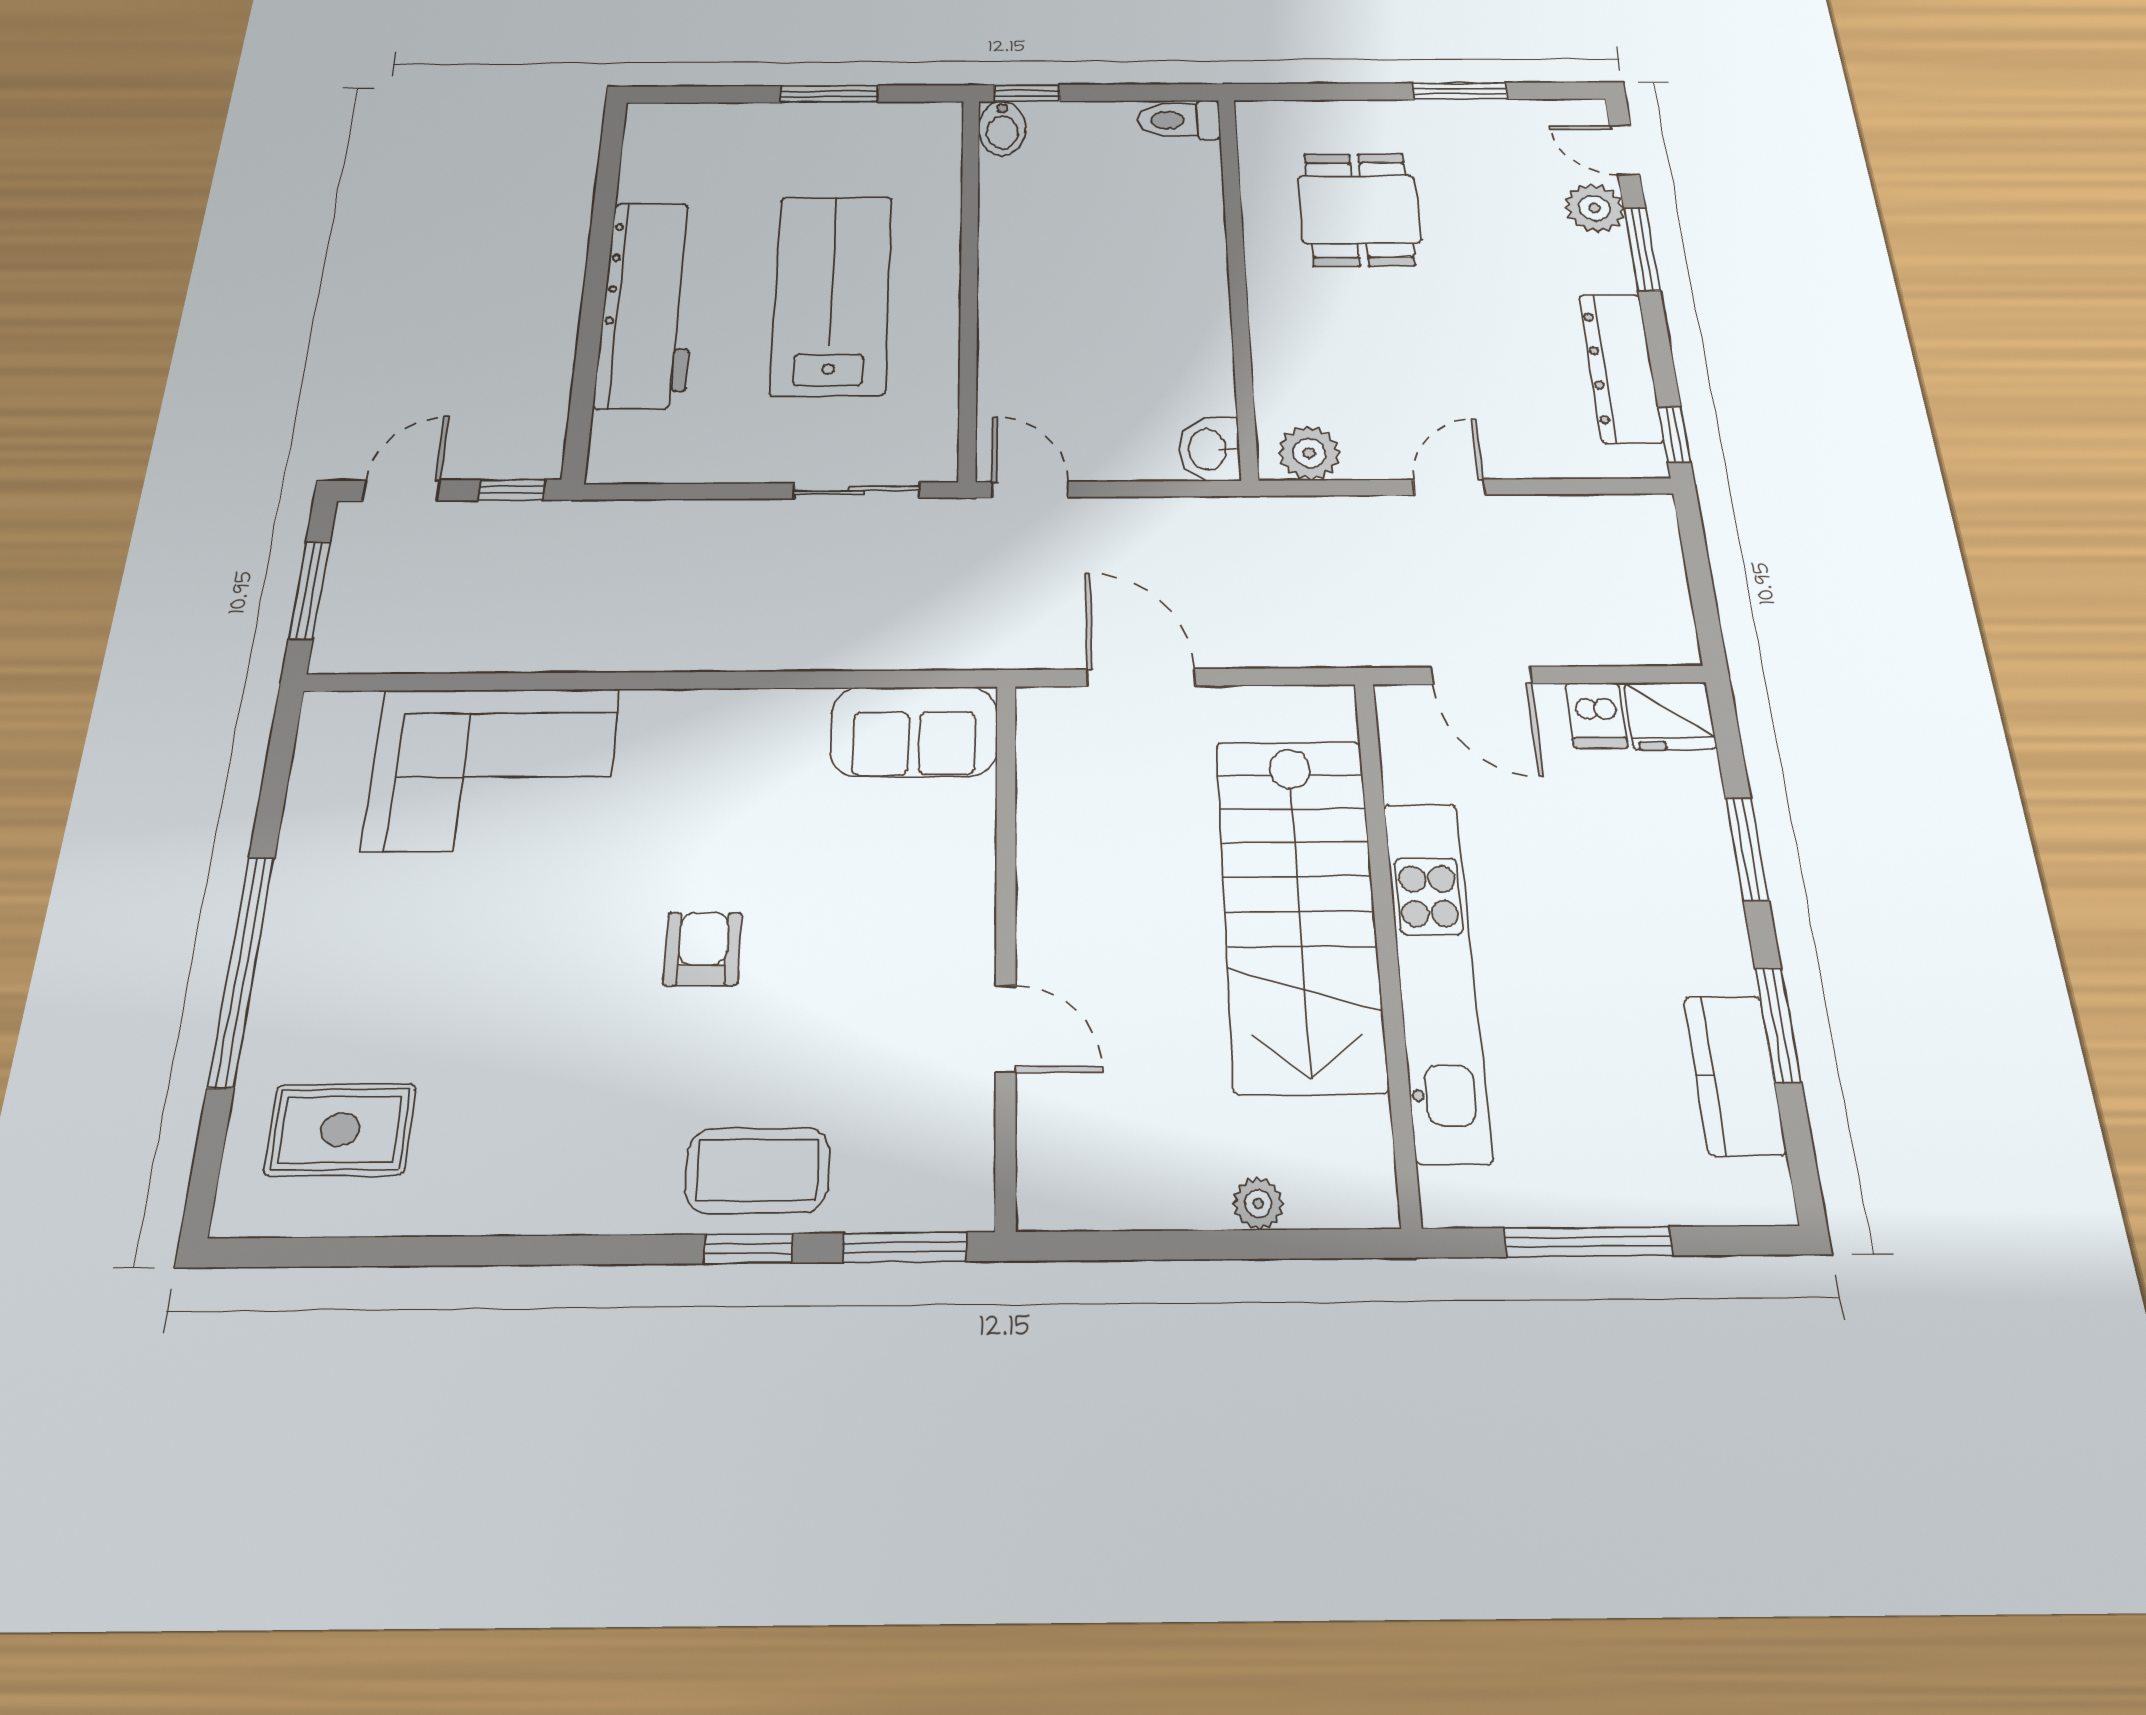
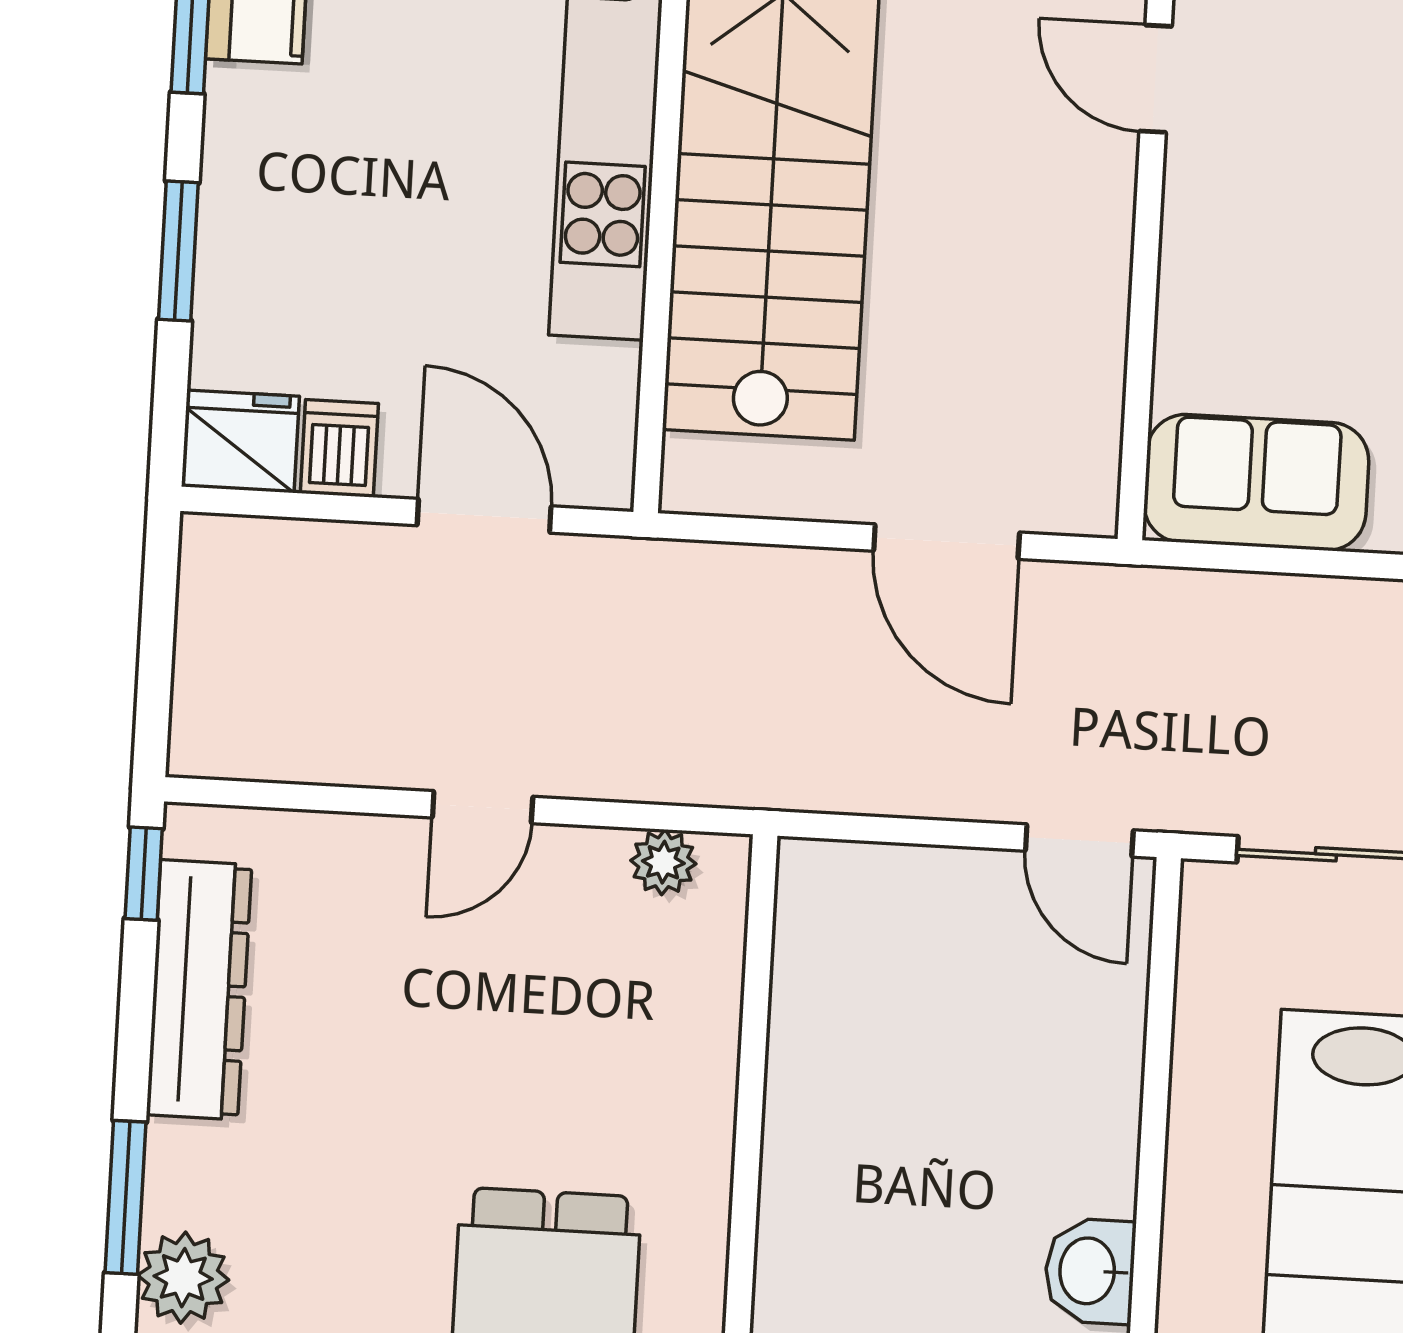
washbasin: (1209, 450) -> (1090, 1271), moved, turned 180
plant: (1309, 453) -> (663, 862), width x0.73, depth x0.73

